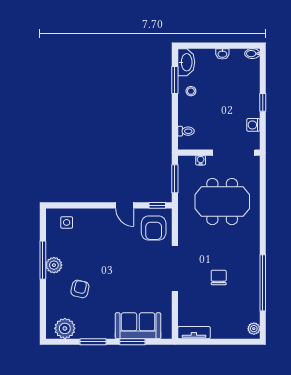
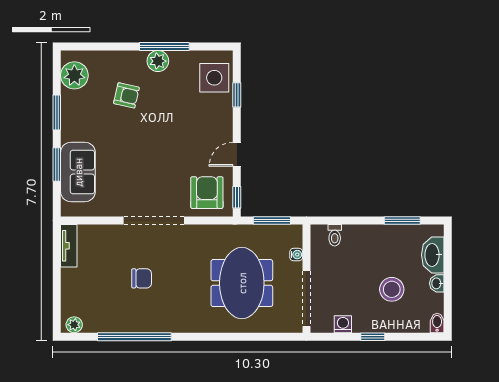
washbasin: (186, 62) -> (433, 255), moved, turned 90
stool: (191, 91) -> (392, 289), moved, width x1.89, depth x1.89
window: (80, 205) -> (237, 95), added
side table: (67, 222) -> (214, 78), width x1.87, depth x1.87
armchair: (154, 228) -> (207, 193), turned 90

